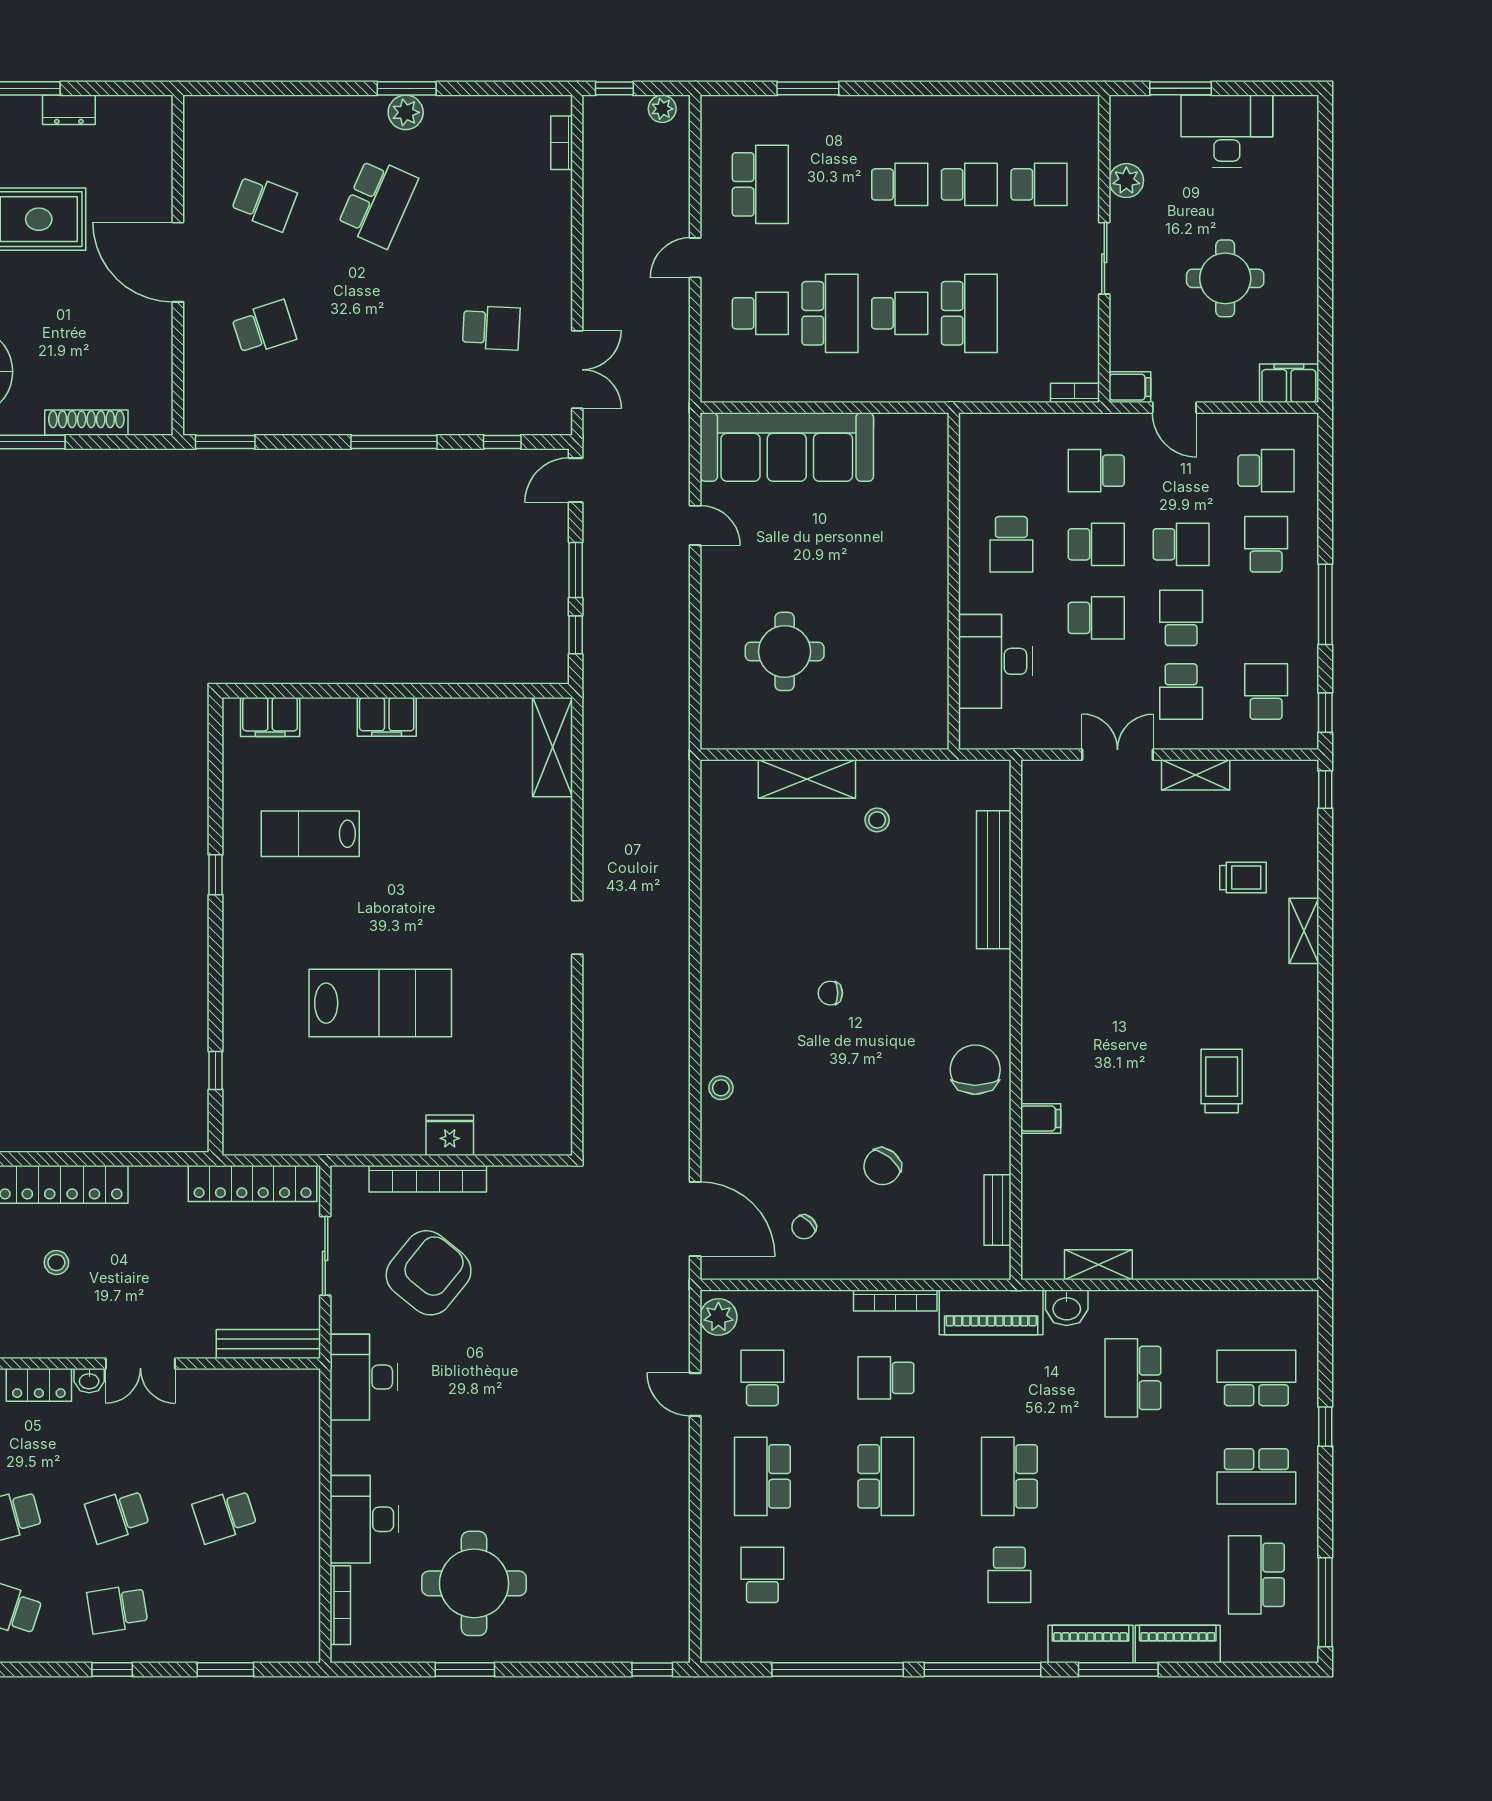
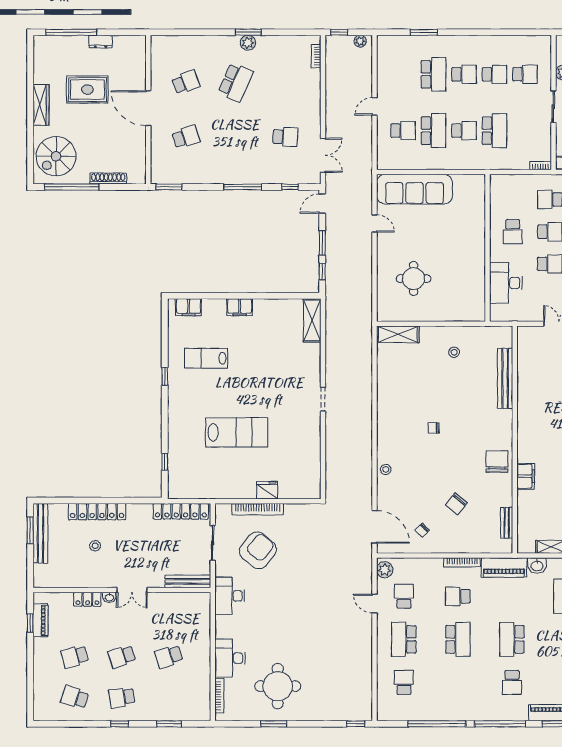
school desk: (760, 184) -> (433, 74), moved
school desk: (264, 203) -> (186, 82), turned -42
shelving: (807, 779) -> (398, 334), moved
filing cabinet: (1041, 1118) -> (526, 476), width x2.00

